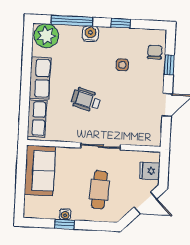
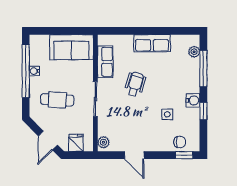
water cooler: (90, 34) -> (193, 100), moved
plant: (46, 36) -> (194, 52), width x0.53, depth x0.53
window: (169, 65) -> (184, 155), moved
row of seats: (37, 119) -> (105, 62), moved, turned -90
plant: (151, 139) -> (103, 142), added
window: (65, 224) -> (26, 71), width x3.17

